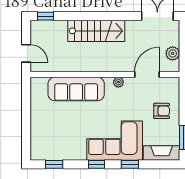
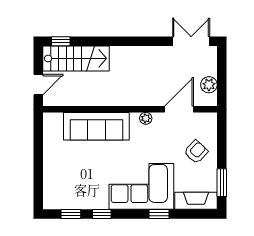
stairs: (96, 31) -> (76, 58), moved
door: (26, 53) -> (38, 85), hinge flipped
armchair: (162, 111) -> (196, 152), turned -47
window: (96, 164) -> (102, 214), moved

